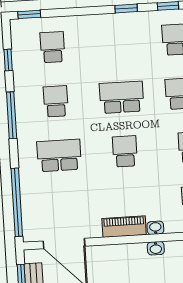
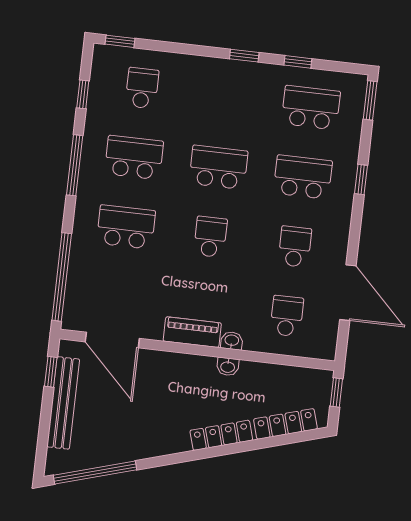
school desk: (56, 101) -> (134, 158), width x1.85

